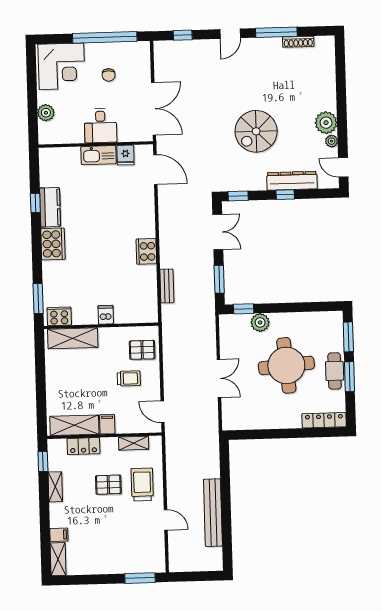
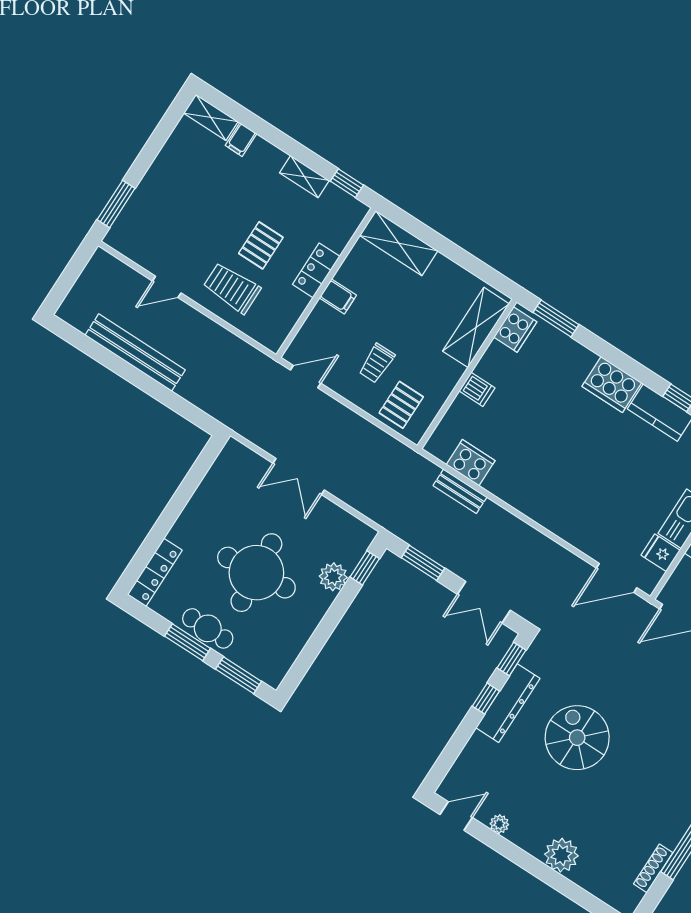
plant: (326, 123) -> (561, 855), moved
dresser: (292, 181) -> (508, 703), moved
window: (285, 195) -> (486, 699), moved
cooker: (146, 251) -> (471, 463), moved
shelving: (74, 425) -> (399, 243), moved, turned 90
shelving: (134, 443) -> (291, 313), removed
locker: (83, 446) -> (316, 270), moved
trolley: (142, 484) -> (232, 288), turned 180

